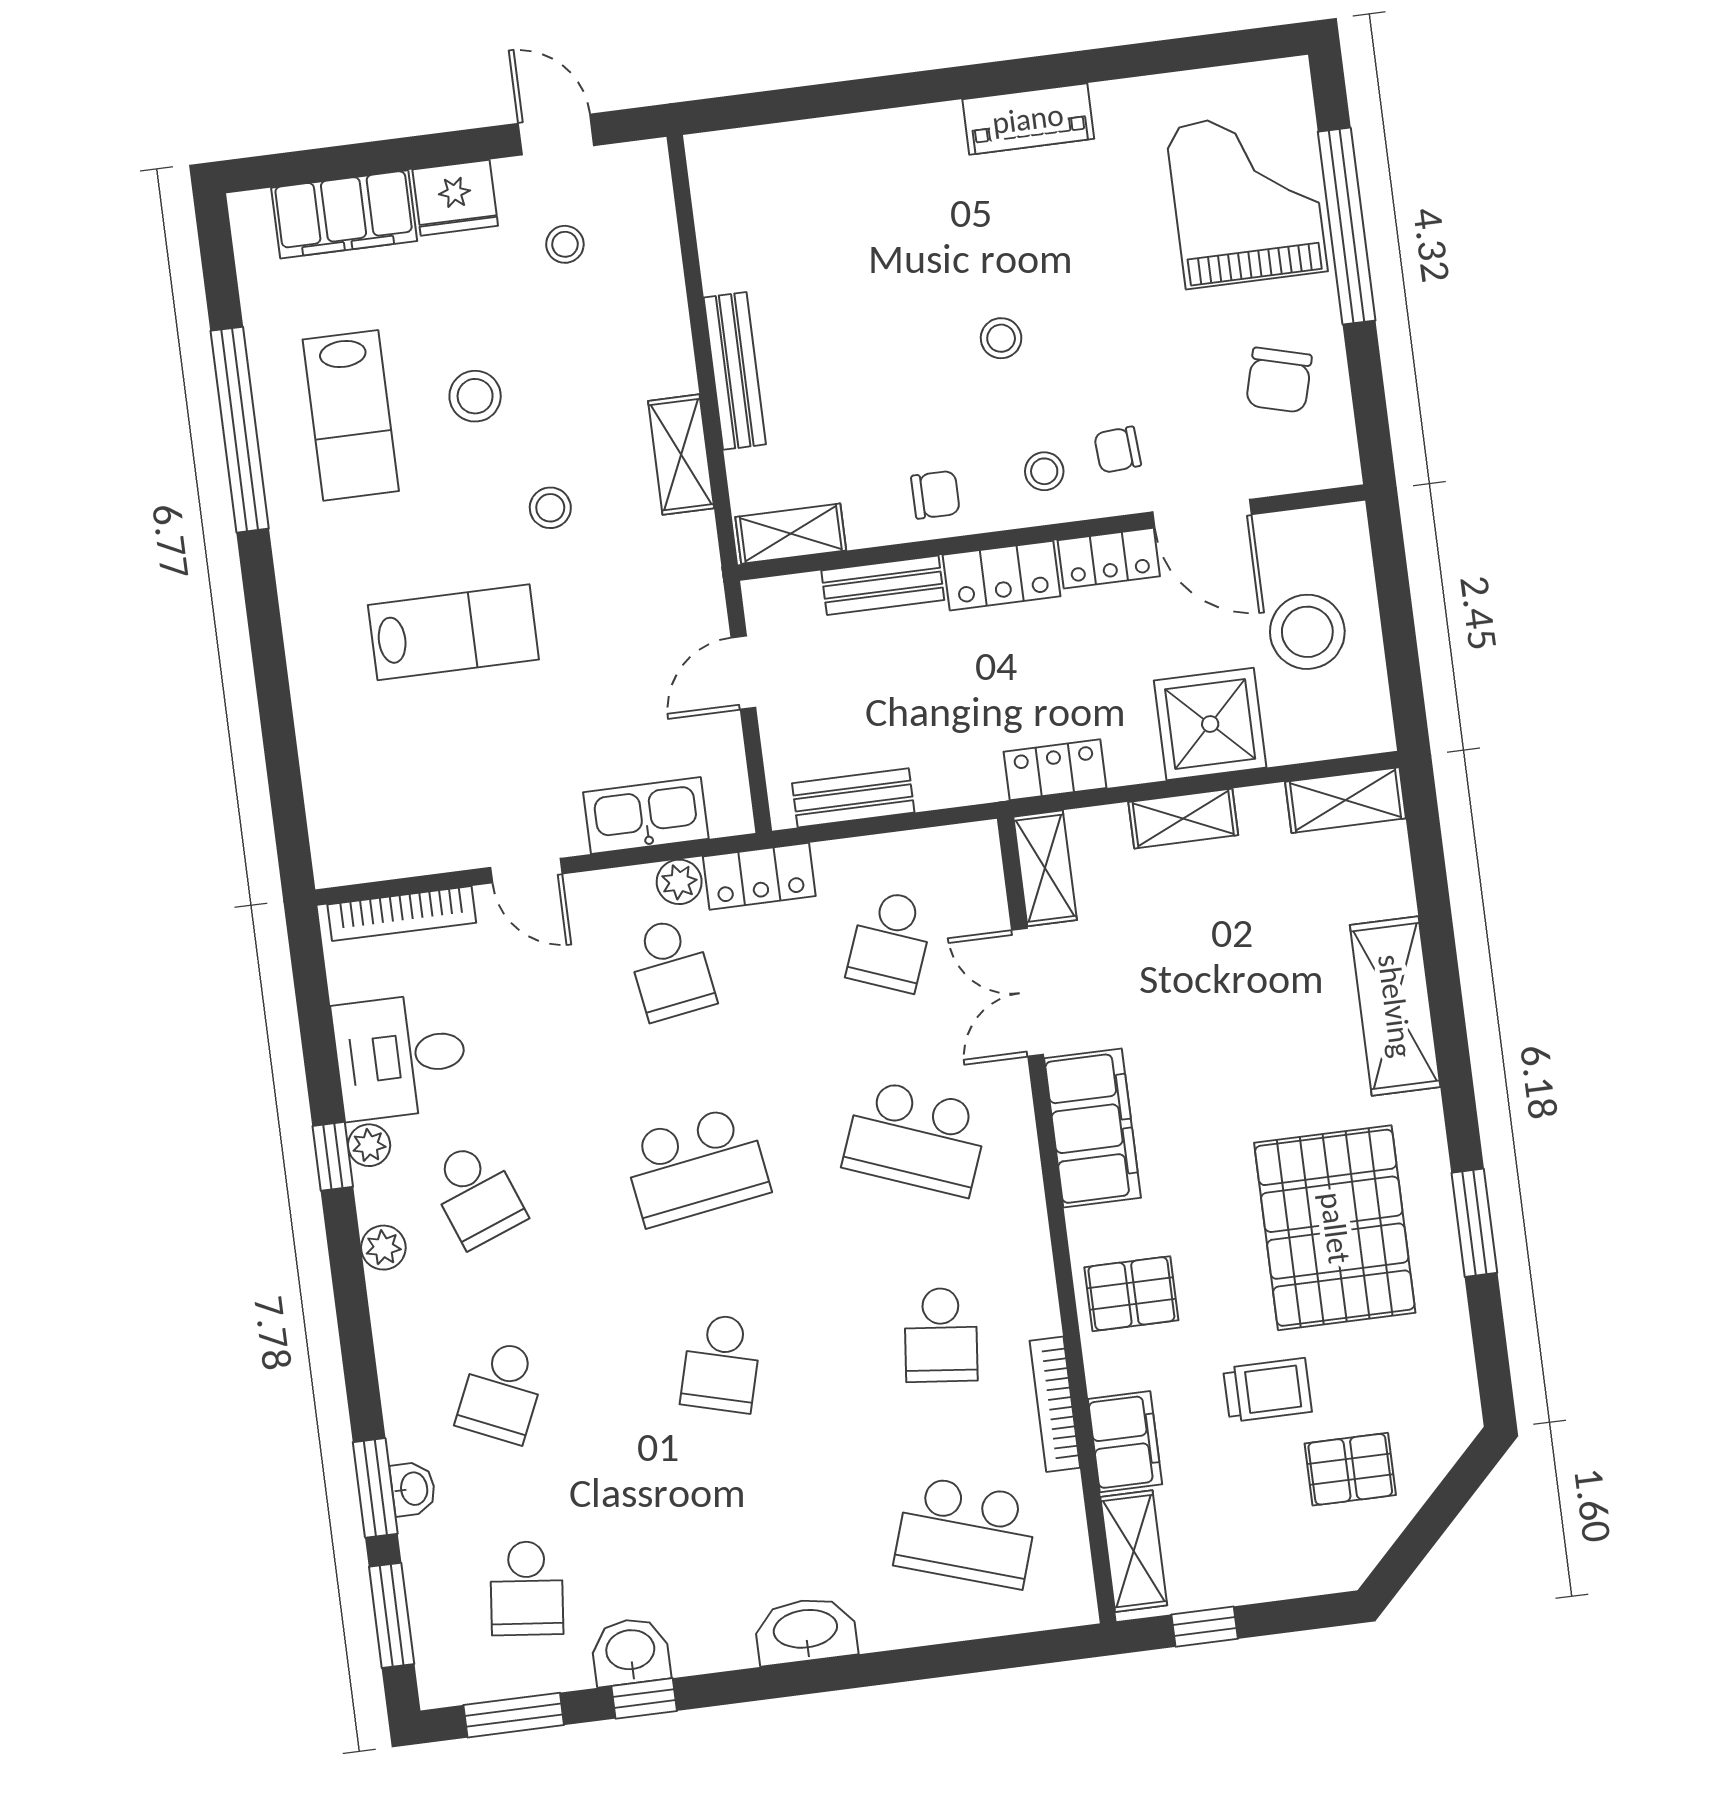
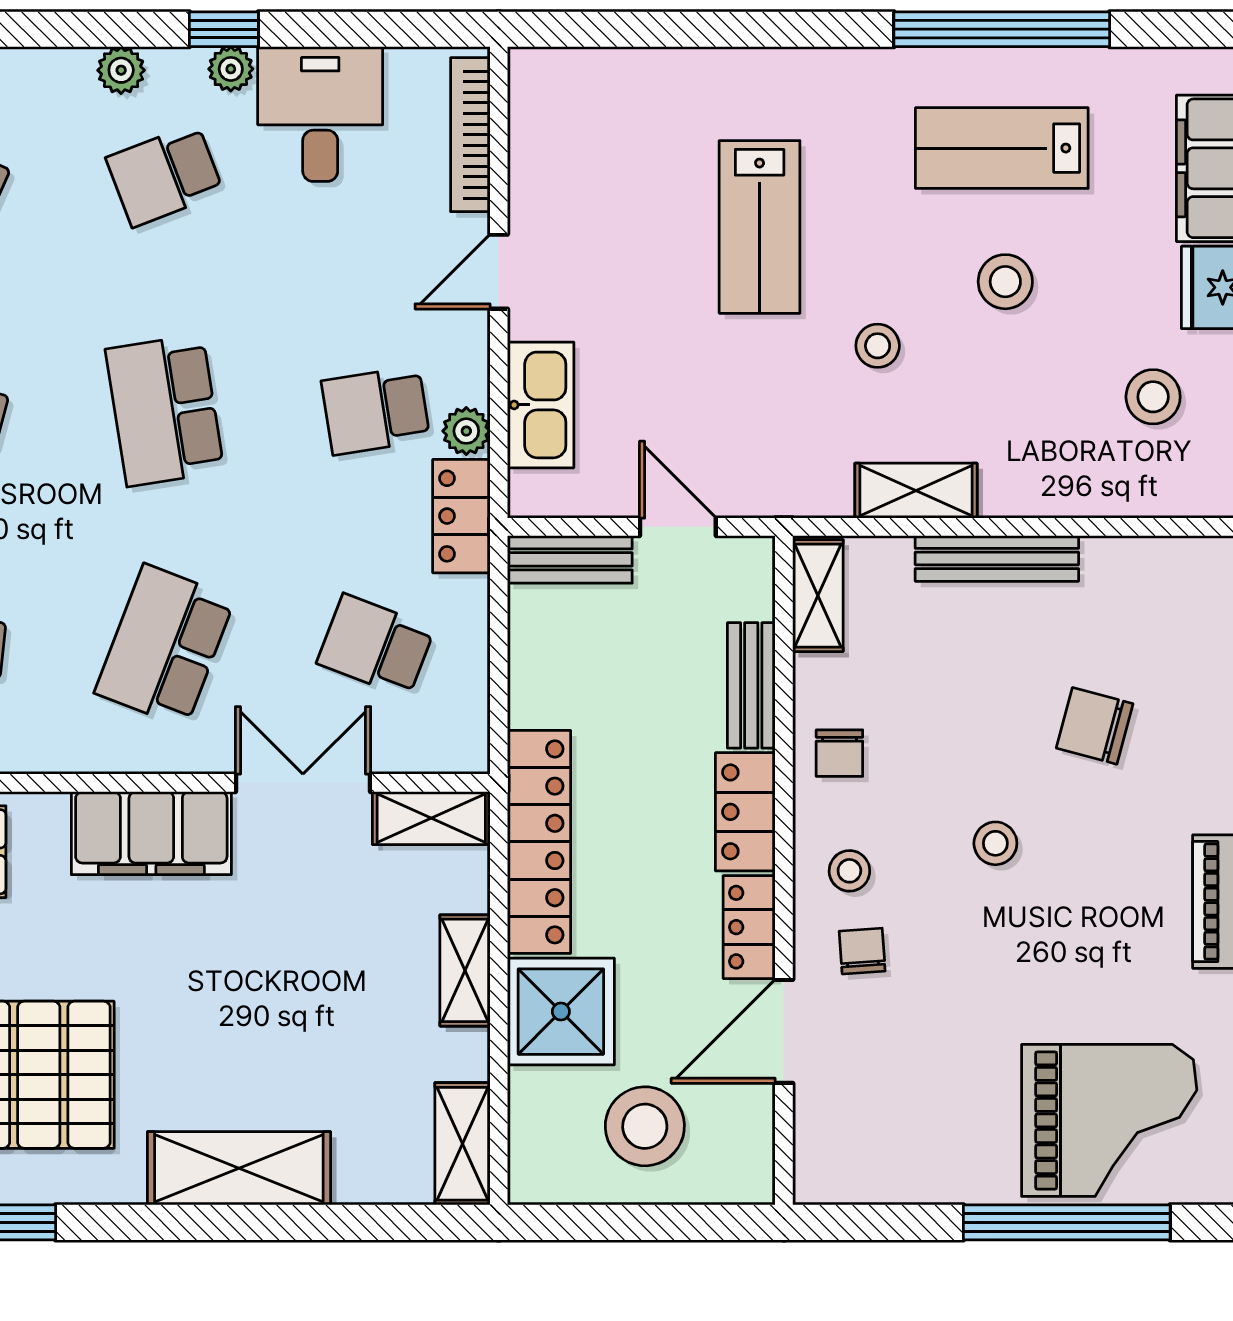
stool: (565, 244) -> (1153, 397), width x1.37, depth x1.37
chair: (1279, 380) -> (1095, 726), moved
locker: (1055, 770) -> (539, 842), width x2.16, depth x1.21
bench: (853, 798) -> (570, 559), moved, turned 90

